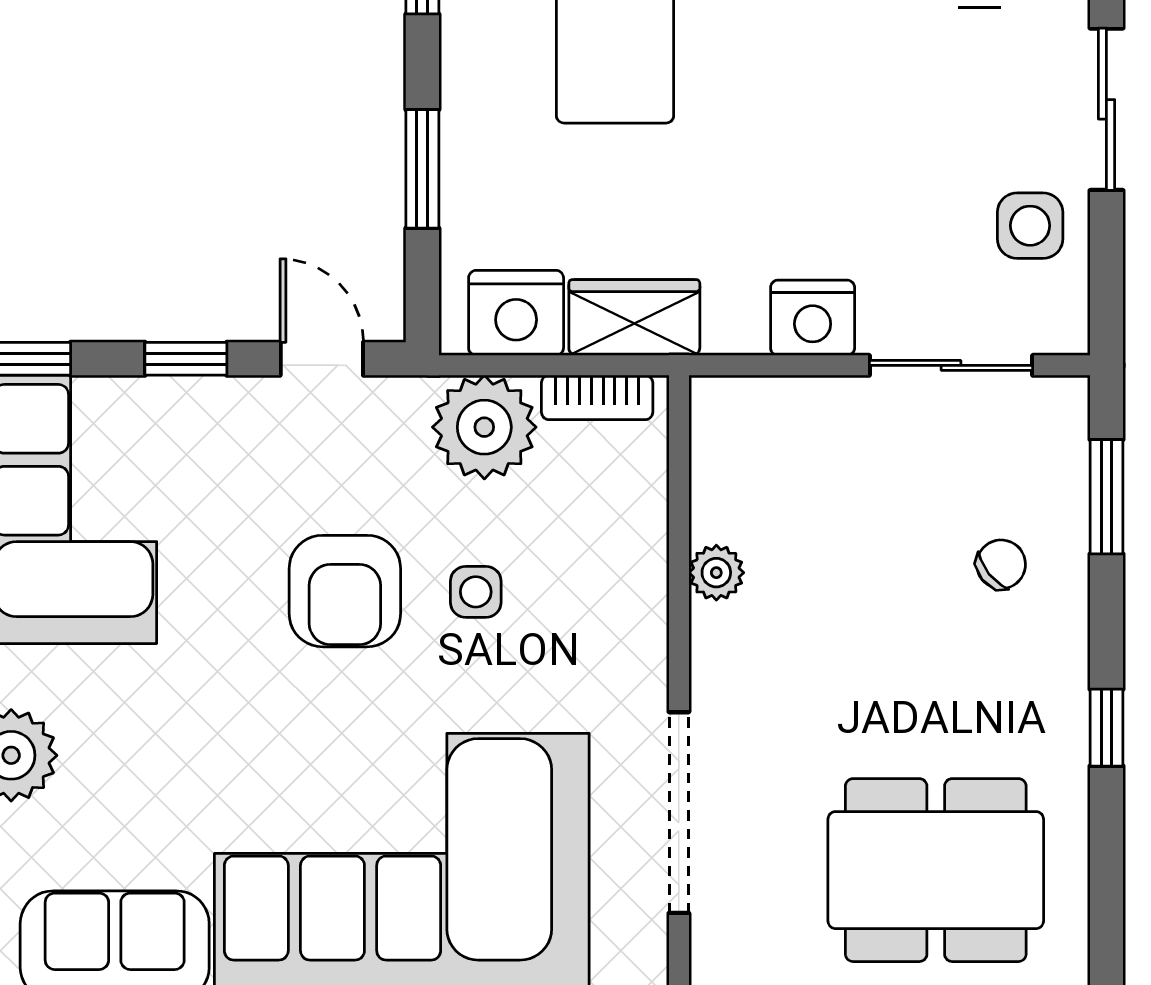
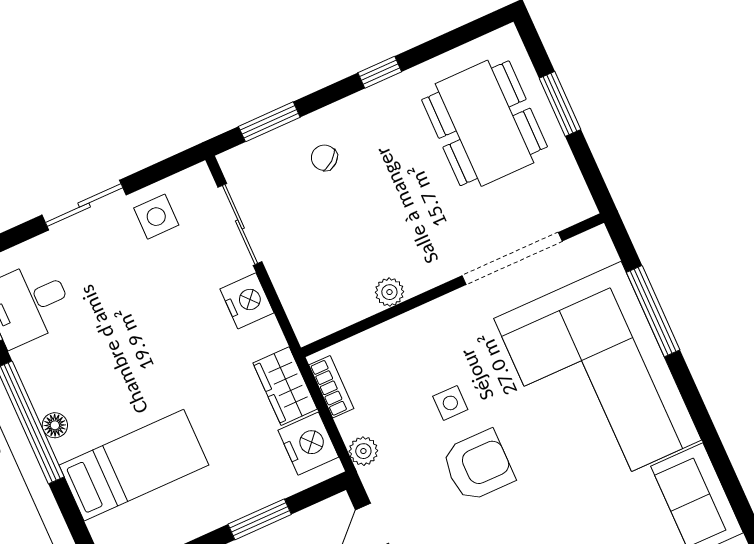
plant: (484, 427) -> (363, 451), width x0.53, depth x0.53

